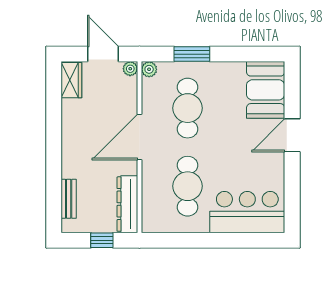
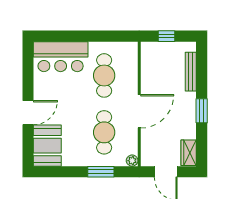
plant: (130, 69) -> (146, 161), removed
window: (54, 138) -> (202, 111), added
bench: (69, 199) -> (191, 72), width x1.36
dresser: (127, 204) -> (148, 62), removed

